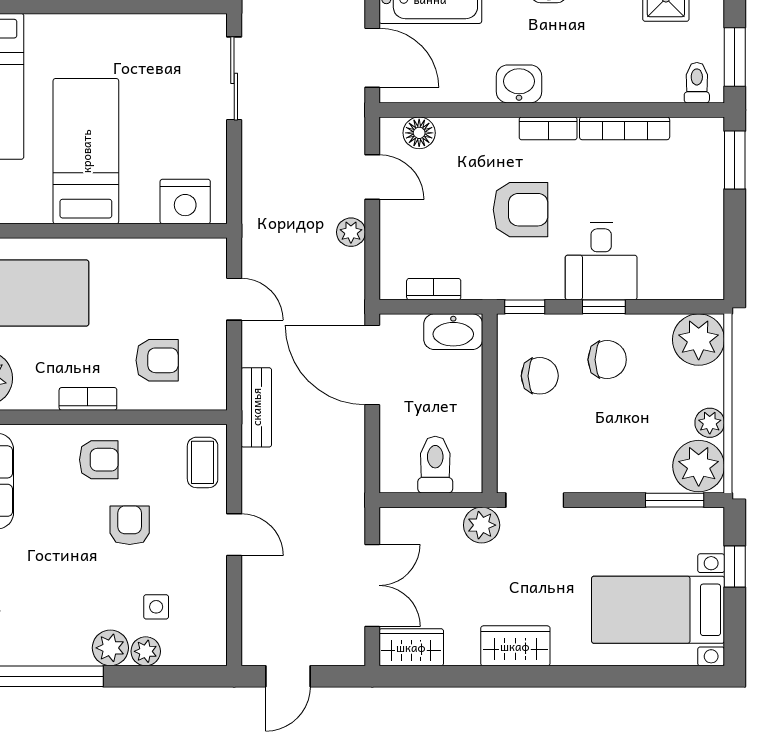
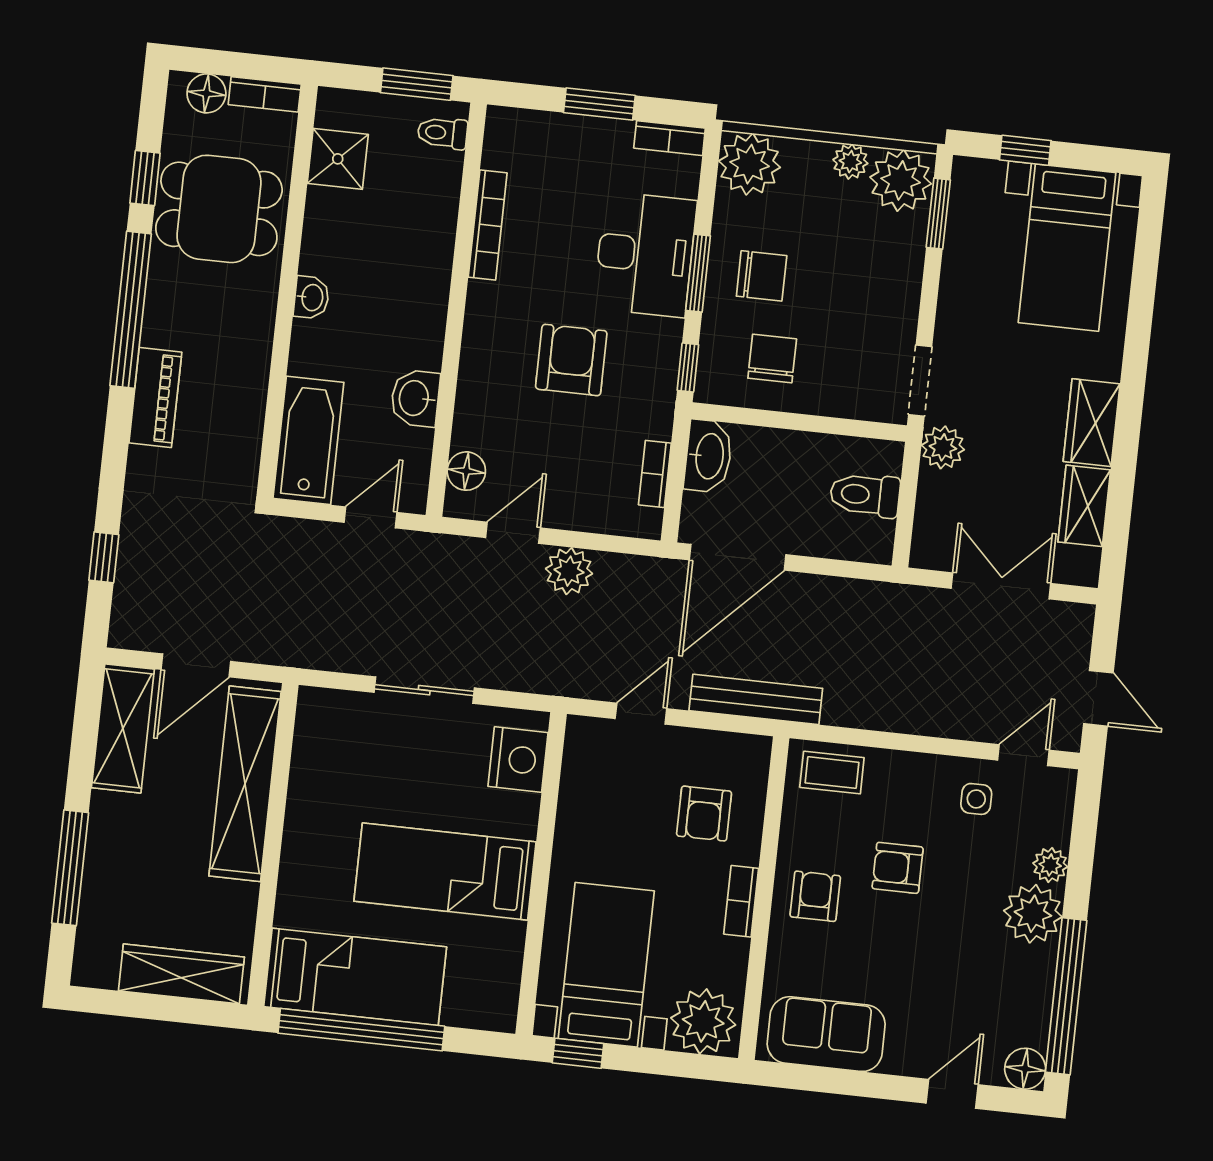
door: (372, 58) -> (371, 517), width x0.73
sliding door: (234, 78) -> (424, 690), moved
washbasin: (519, 84) -> (415, 398), moved
bookcase: (548, 128) -> (670, 138), moved, turned 90
window: (735, 160) -> (599, 104), moved
plant: (351, 232) -> (569, 571), width x1.38, depth x1.38
desk: (601, 261) -> (645, 254), width x1.37
window: (604, 307) -> (698, 273), width x1.50
armchair: (157, 360) -> (704, 814), turned 180
chair: (607, 360) -> (762, 276), turned 90
bench: (256, 407) -> (756, 699), width x1.36
door: (234, 535) -> (1023, 755), moved
side table: (156, 607) -> (976, 799), moved
wardrobe: (411, 647) -> (1084, 506), moved
plant: (110, 648) -> (1033, 914), width x1.36, depth x1.36

